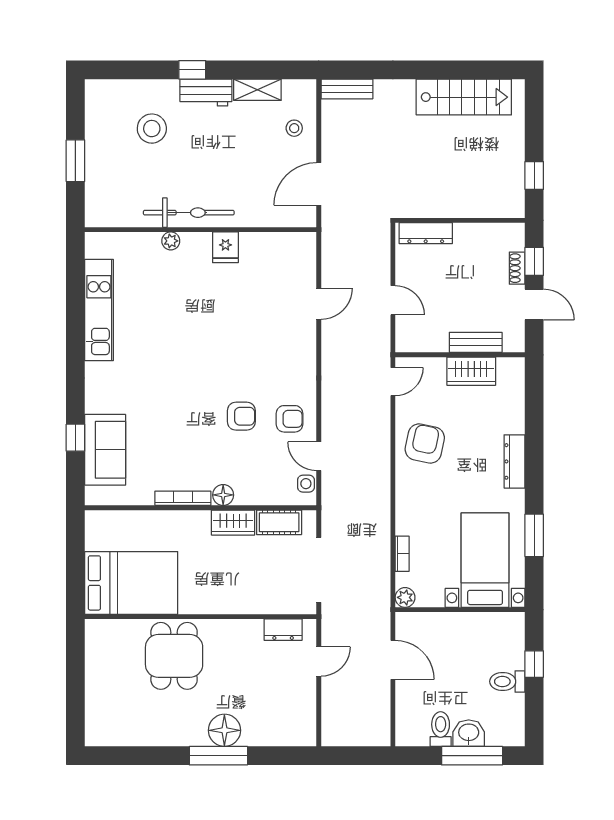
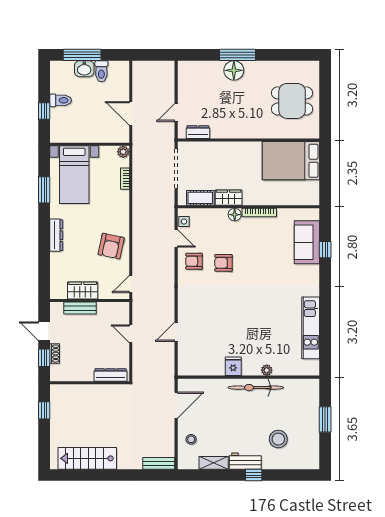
dining table: (174, 656) -> (292, 101), moved, turned 90

